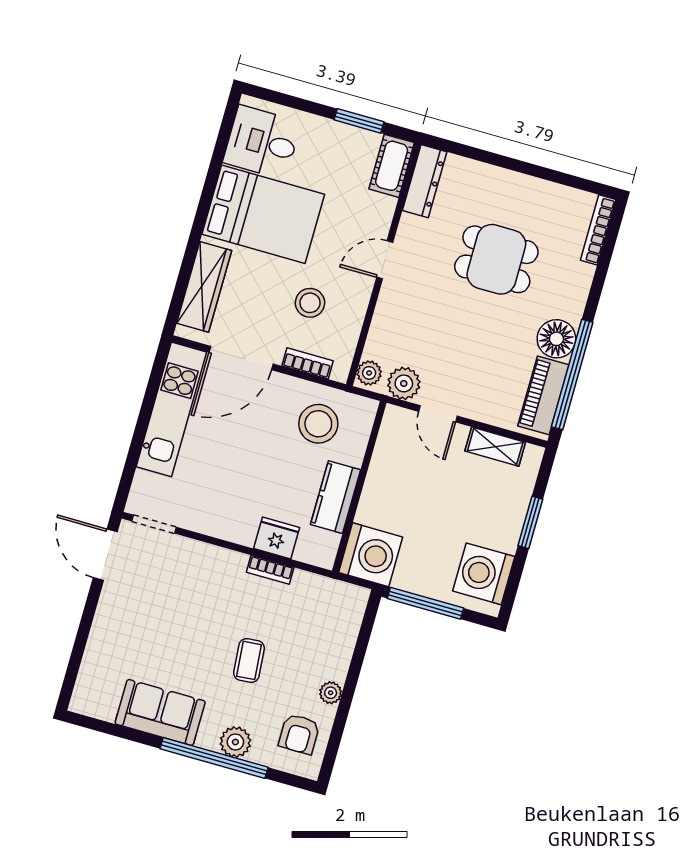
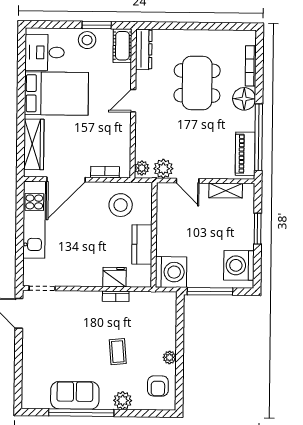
bookcase: (598, 230) -> (251, 66), moved
dining table: (496, 259) -> (197, 83), width x1.37
stool: (310, 303) -> (87, 40), moved
floor lamp: (556, 339) -> (244, 99), moved
window: (214, 758) -> (81, 413), moved

